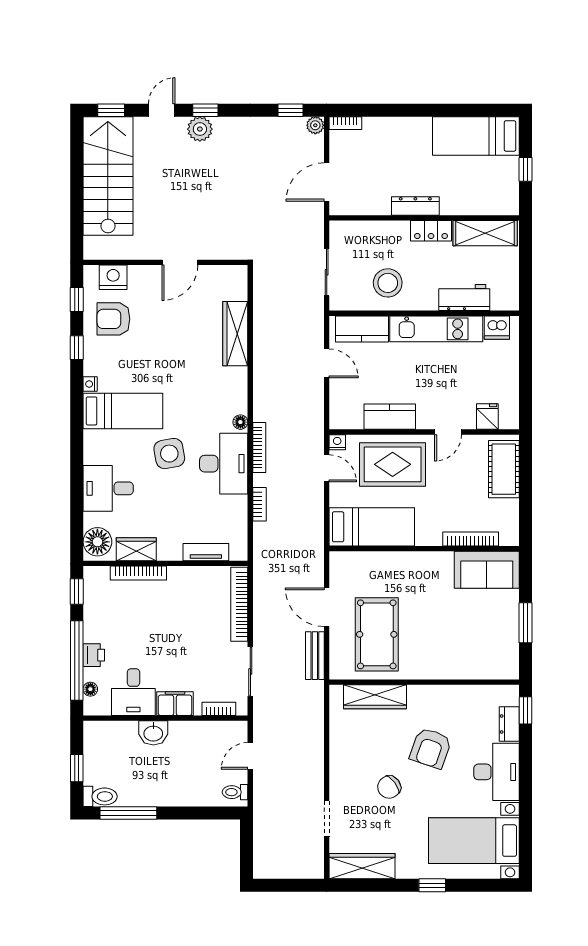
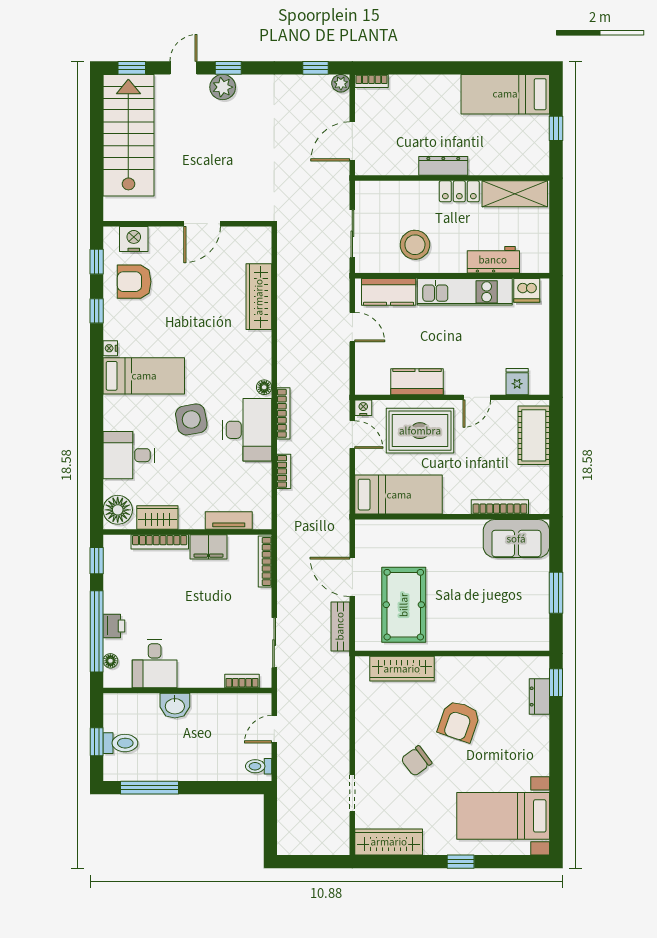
bookcase: (239, 604) -> (265, 561), width x0.68, depth x0.76
filing cabinet: (175, 704) -> (209, 547), moved, turned 180
desk: (496, 772) -> (526, 746), removed
toilet: (100, 796) -> (120, 743), moved

